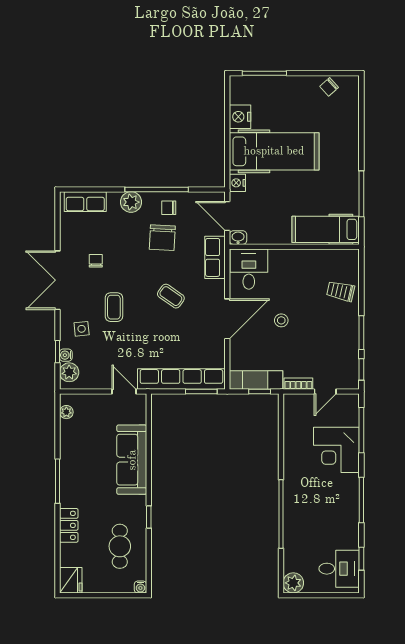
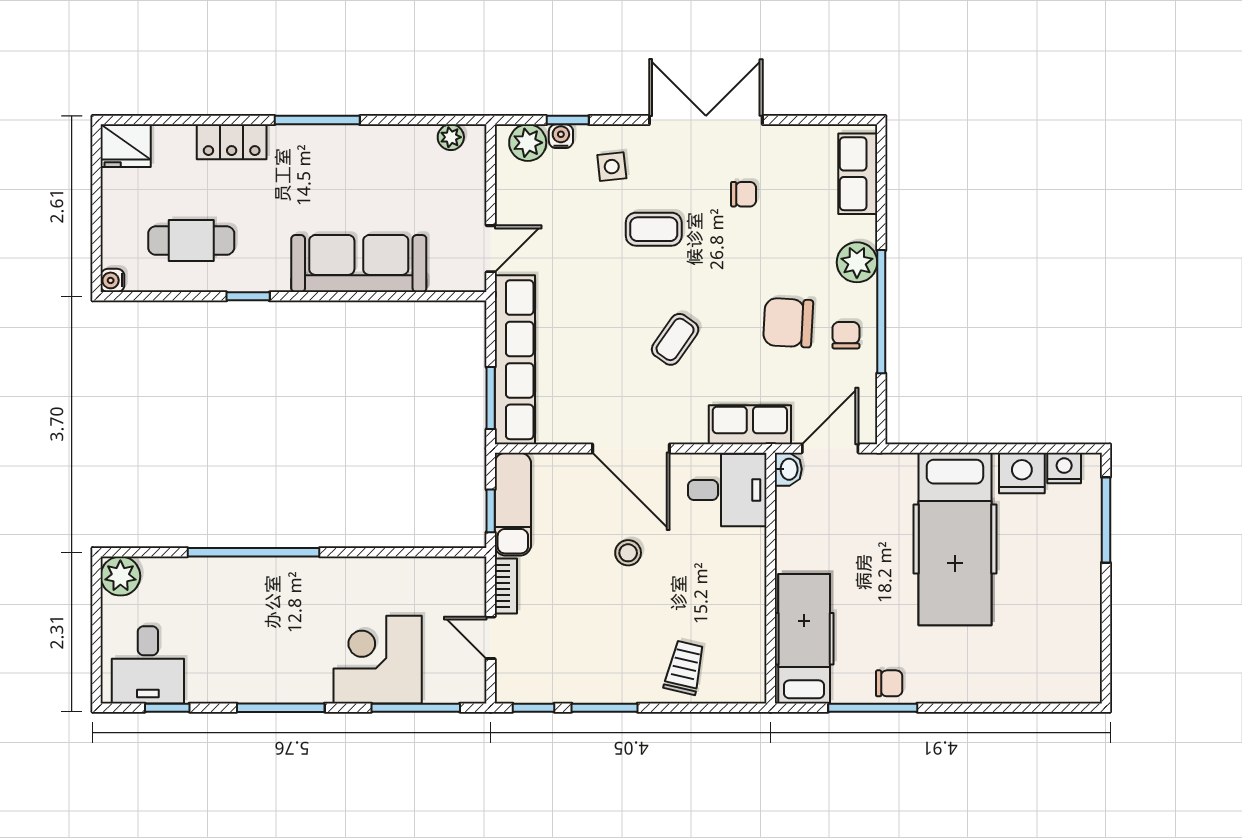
chair: (329, 87) -> (889, 683), moved, turned 132
nightstand: (237, 183) -> (1064, 468), moved

